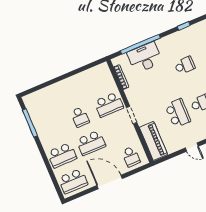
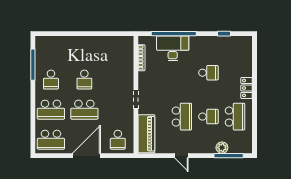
school desk: (109, 105) -> (51, 80), moved, width x0.54
door: (110, 182) -> (86, 156), hinge flipped

